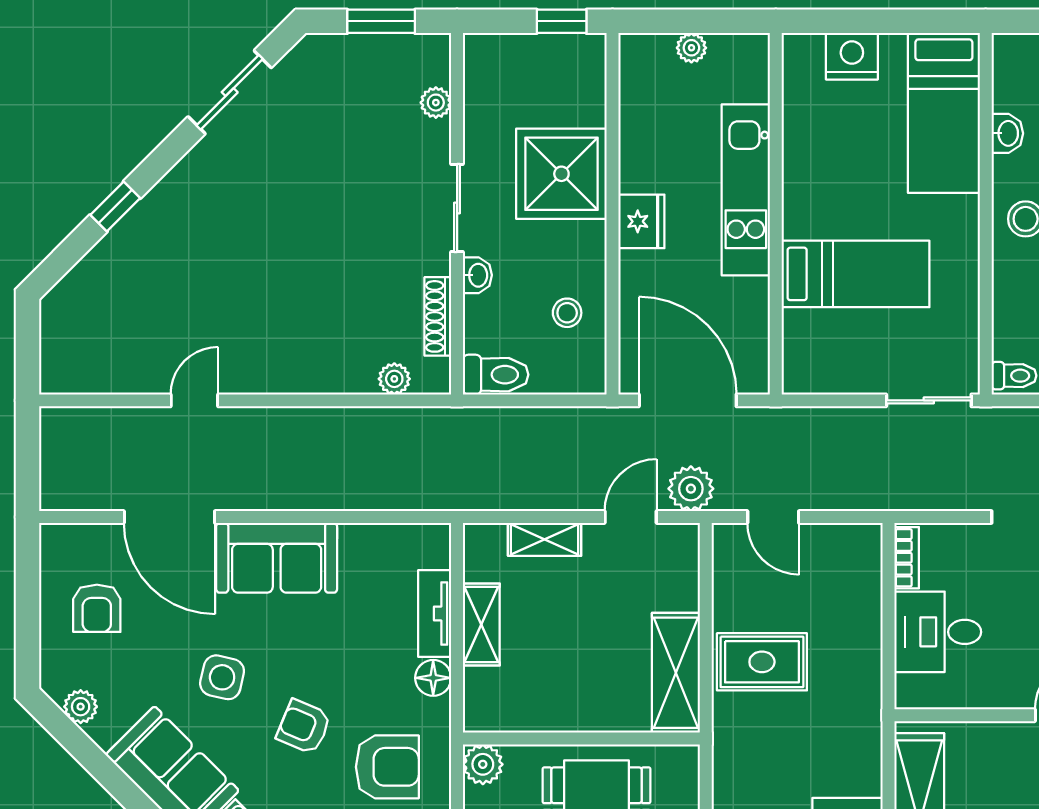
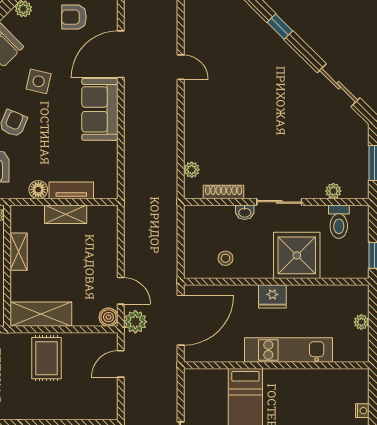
nightstand: (852, 56) -> (362, 411), width x0.53, depth x0.56
toilet: (496, 375) -> (339, 222), moved
shelving: (545, 539) -> (19, 252), moved
boiler: (682, 541) -> (108, 317), added

